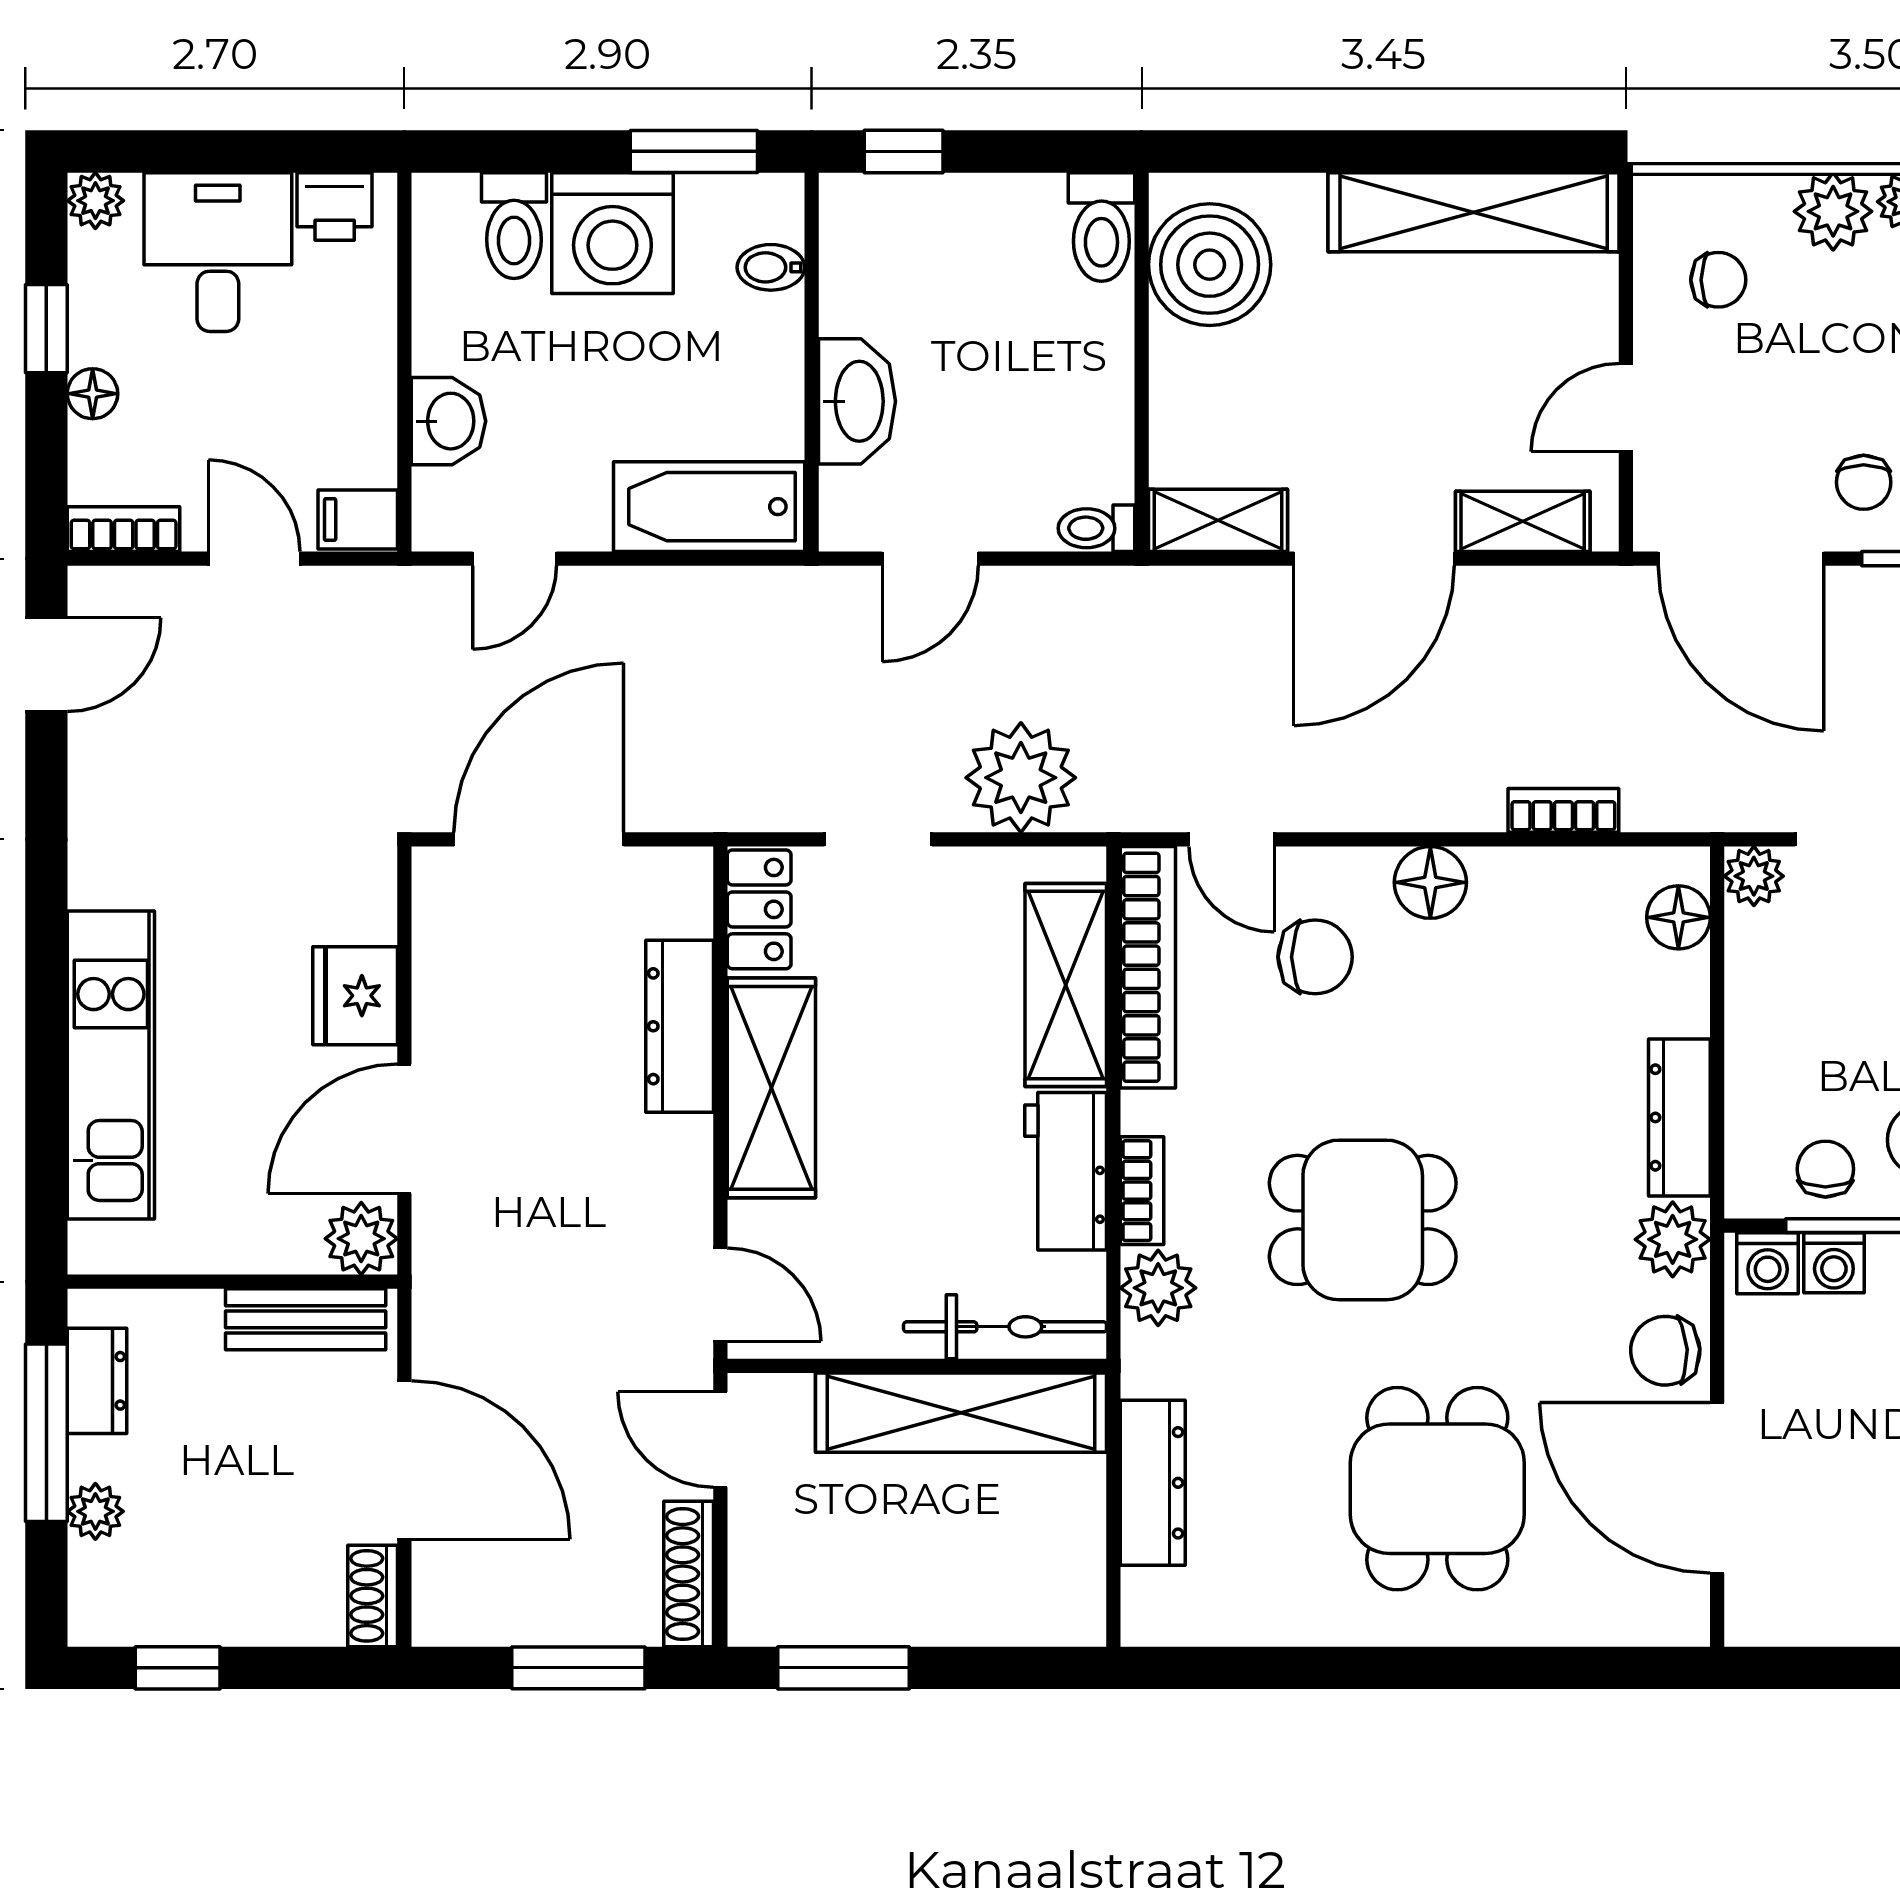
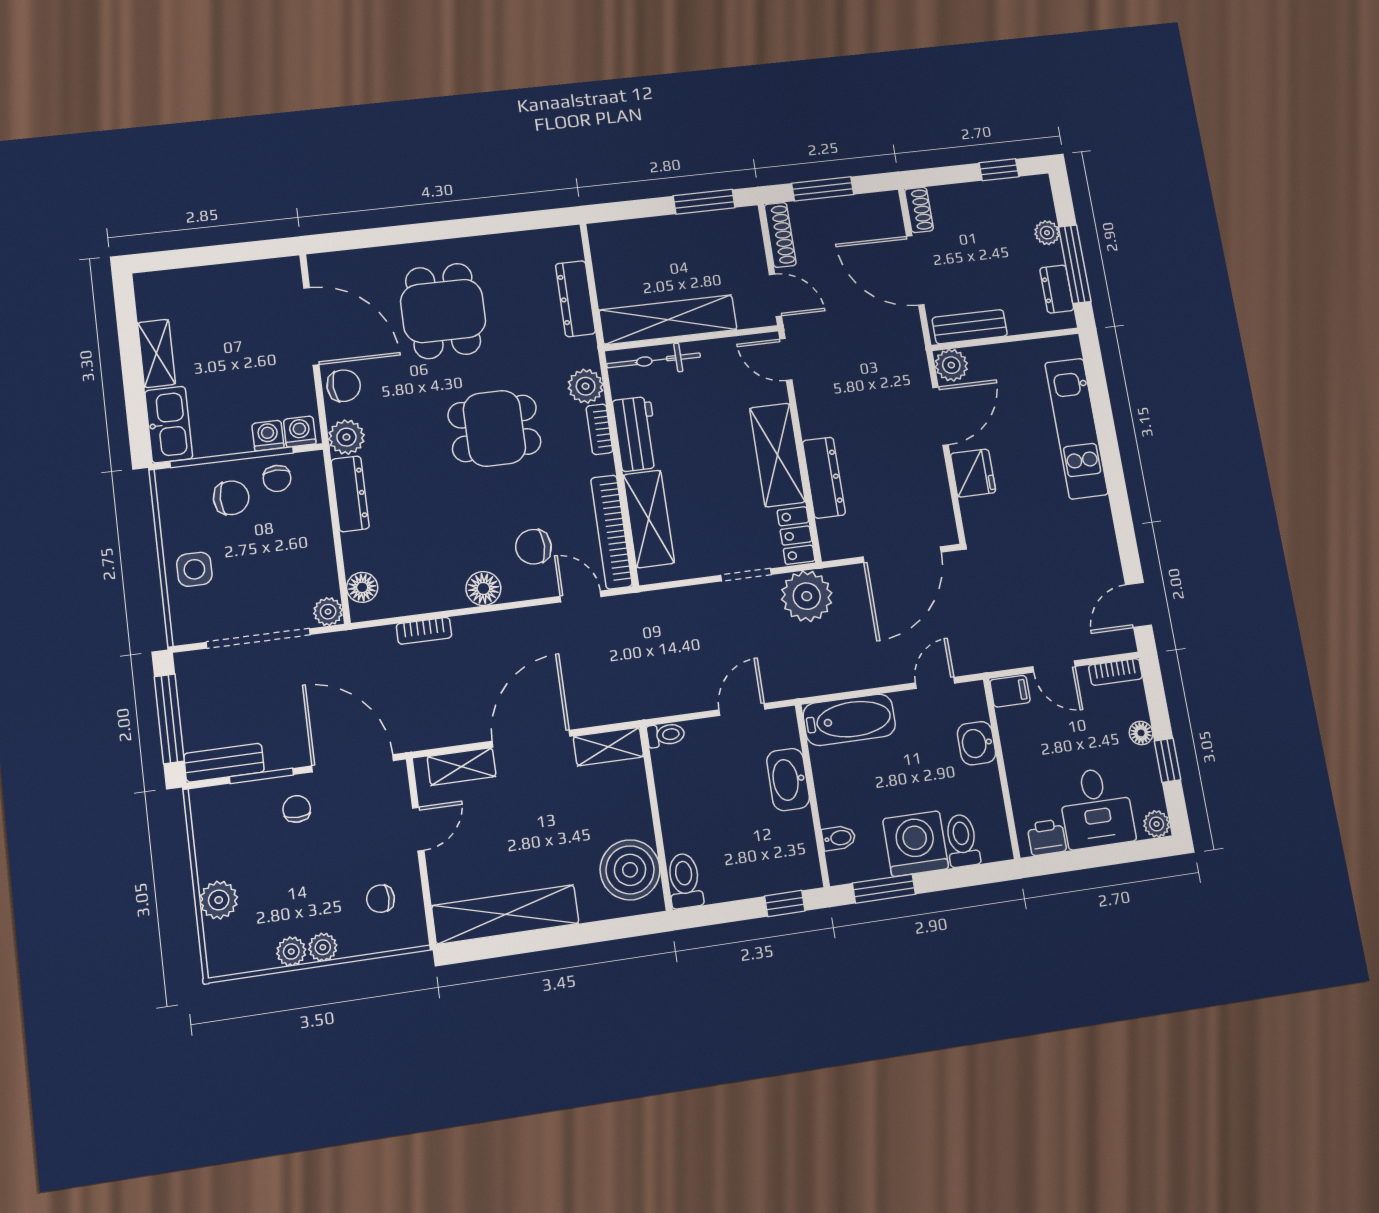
plant: (1833, 211) -> (323, 947), width x0.73, depth x0.73
plant: (1021, 778) -> (807, 596), moved

